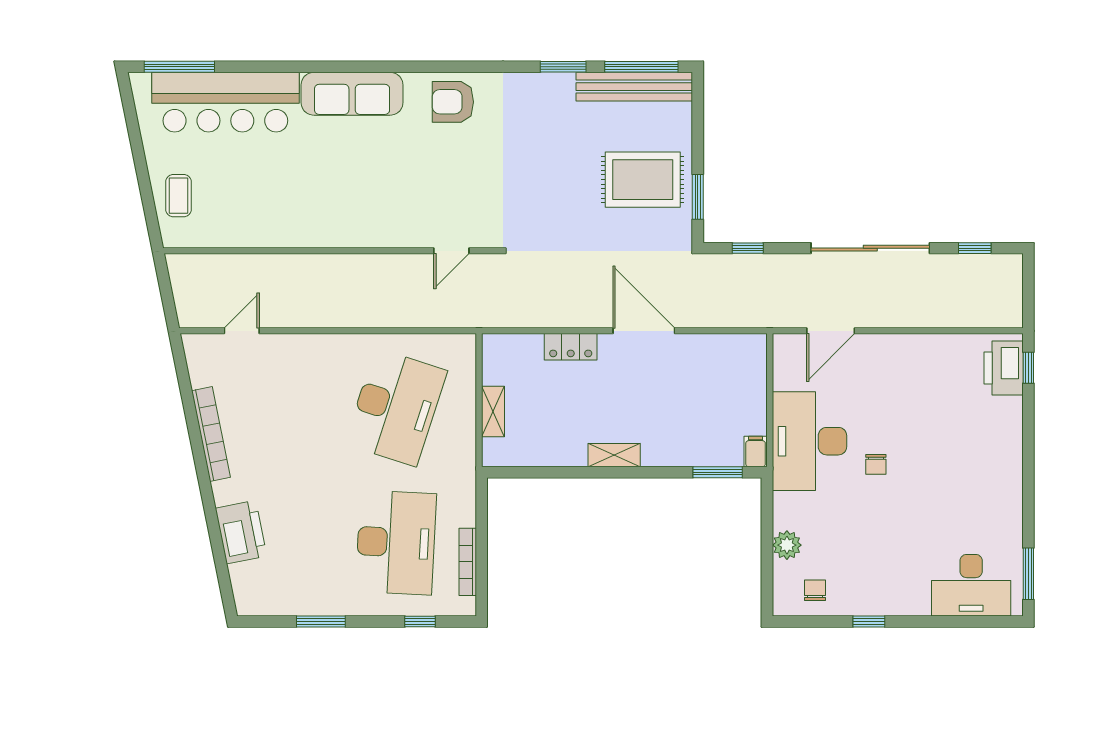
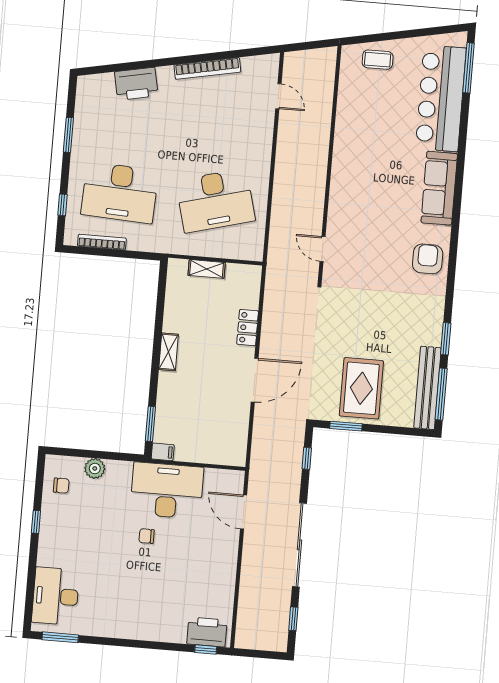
desk: (396, 407) -> (215, 201), turned -33

